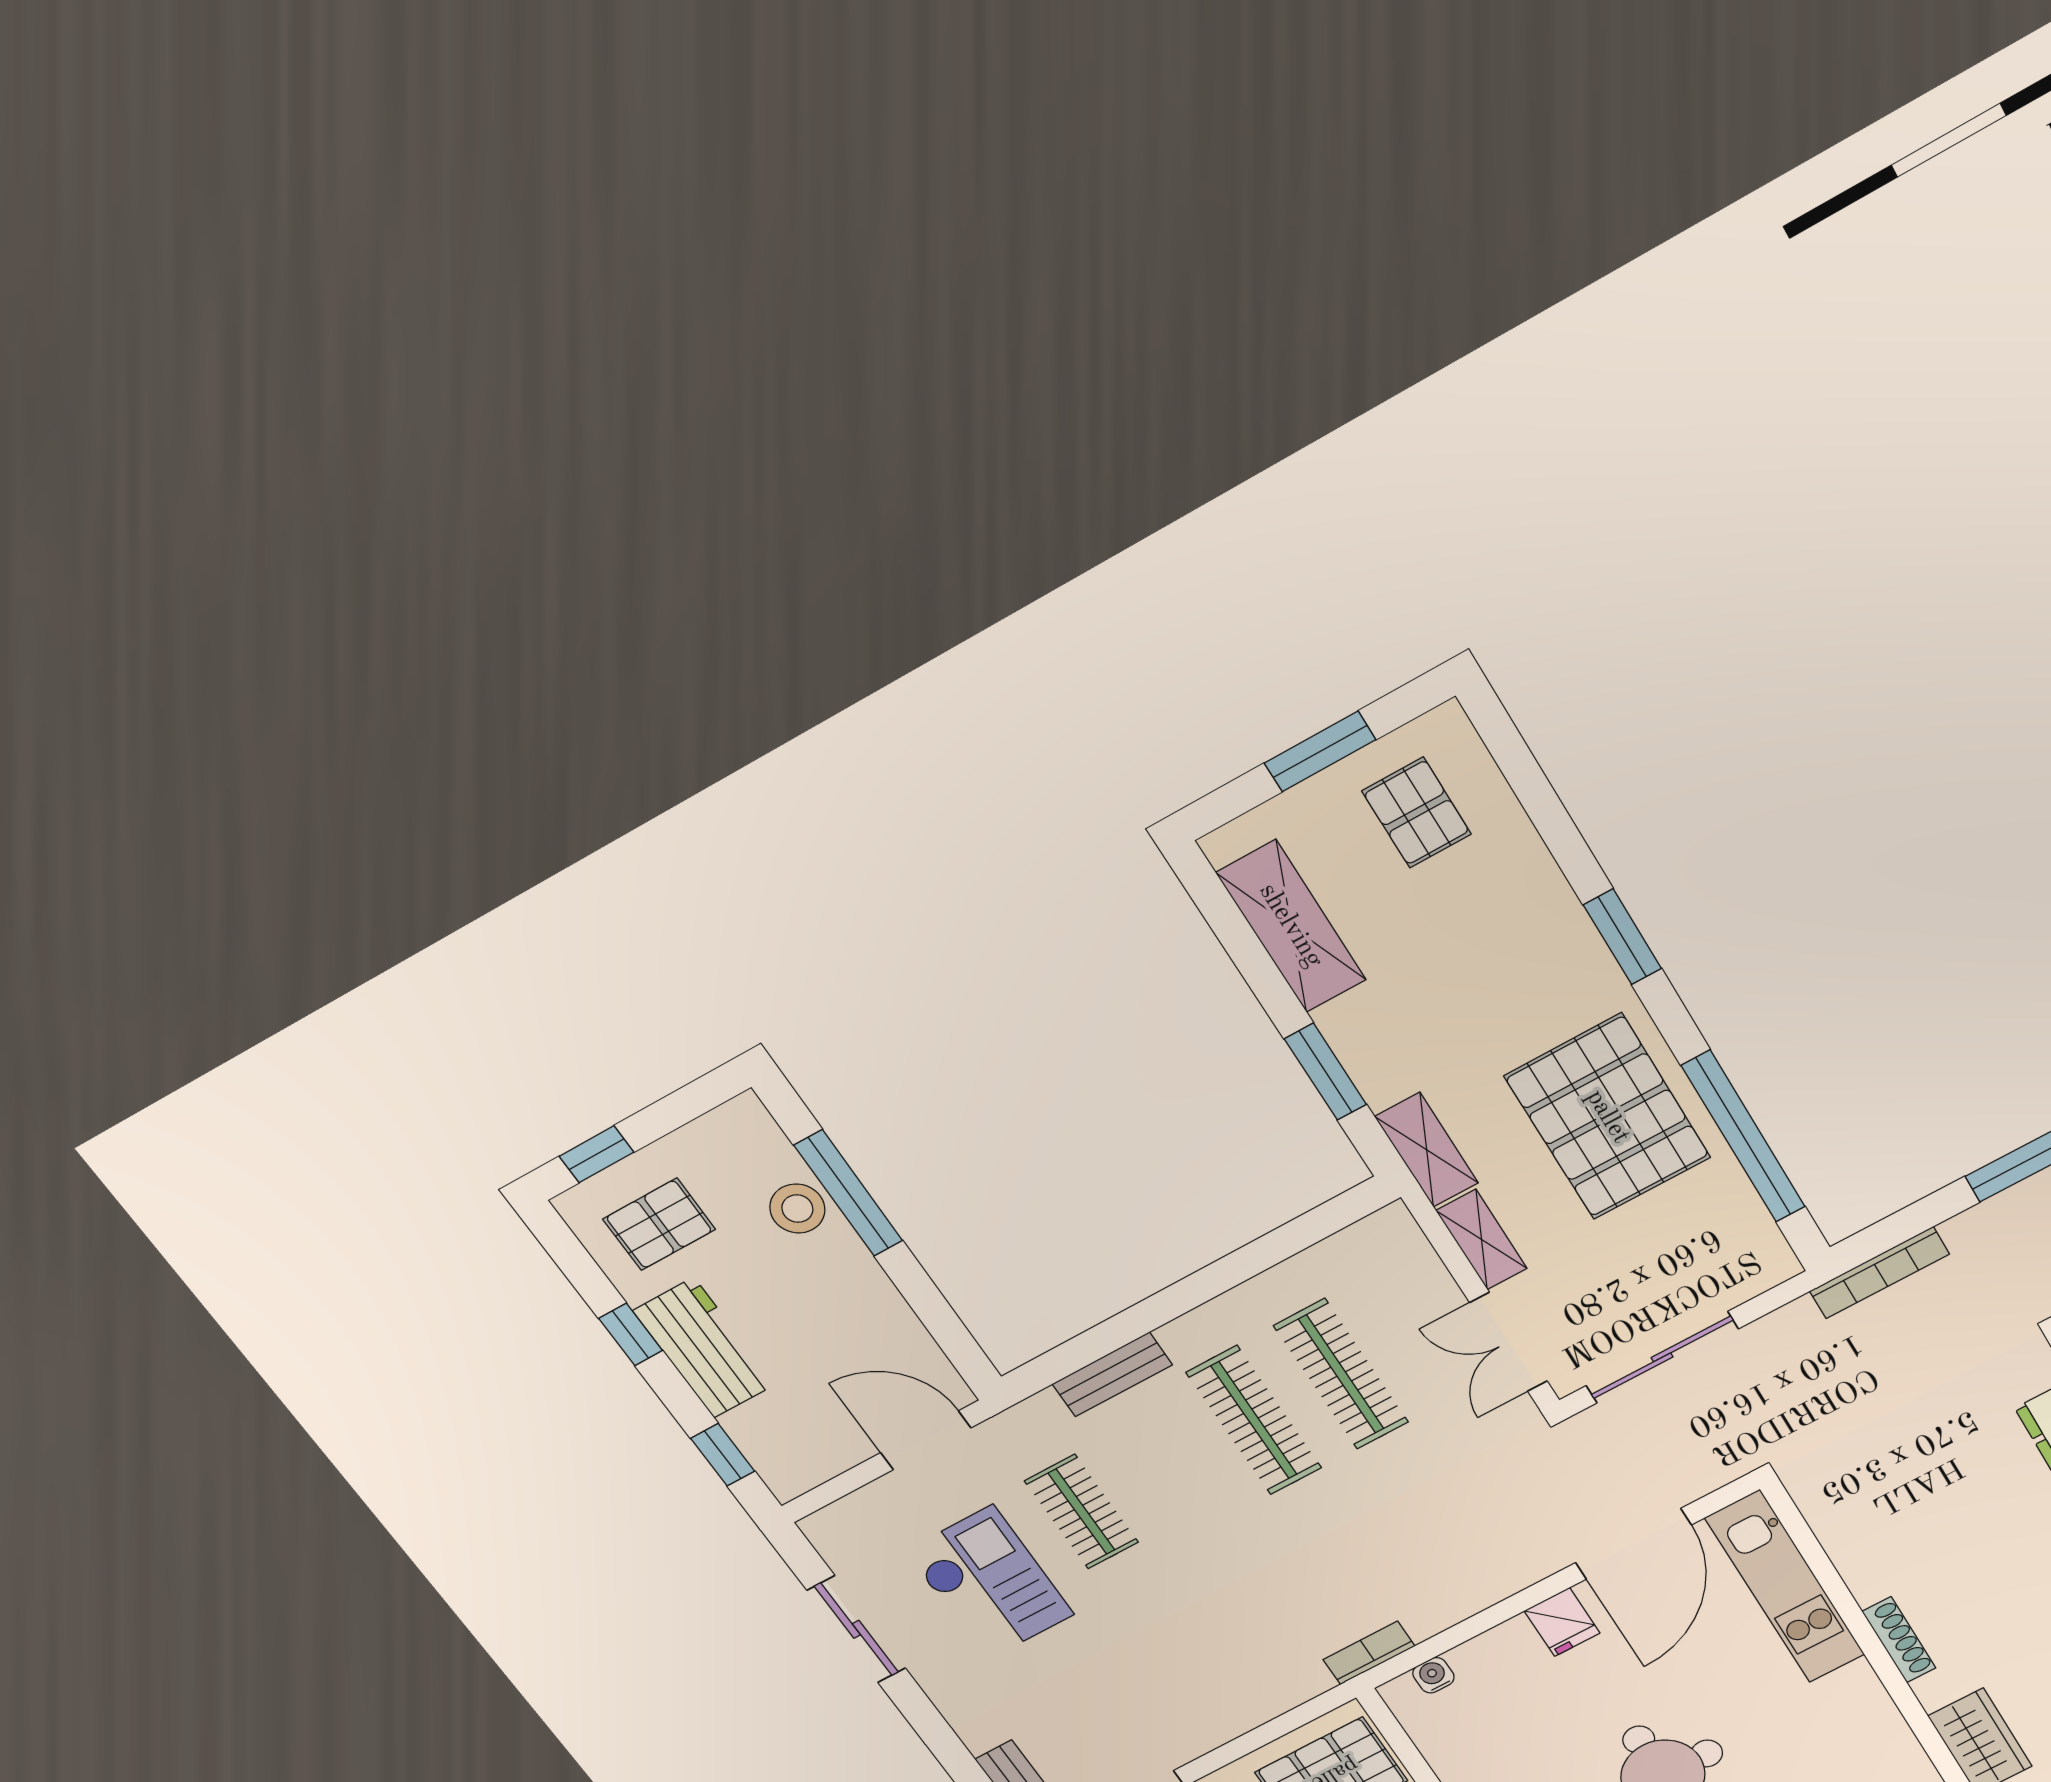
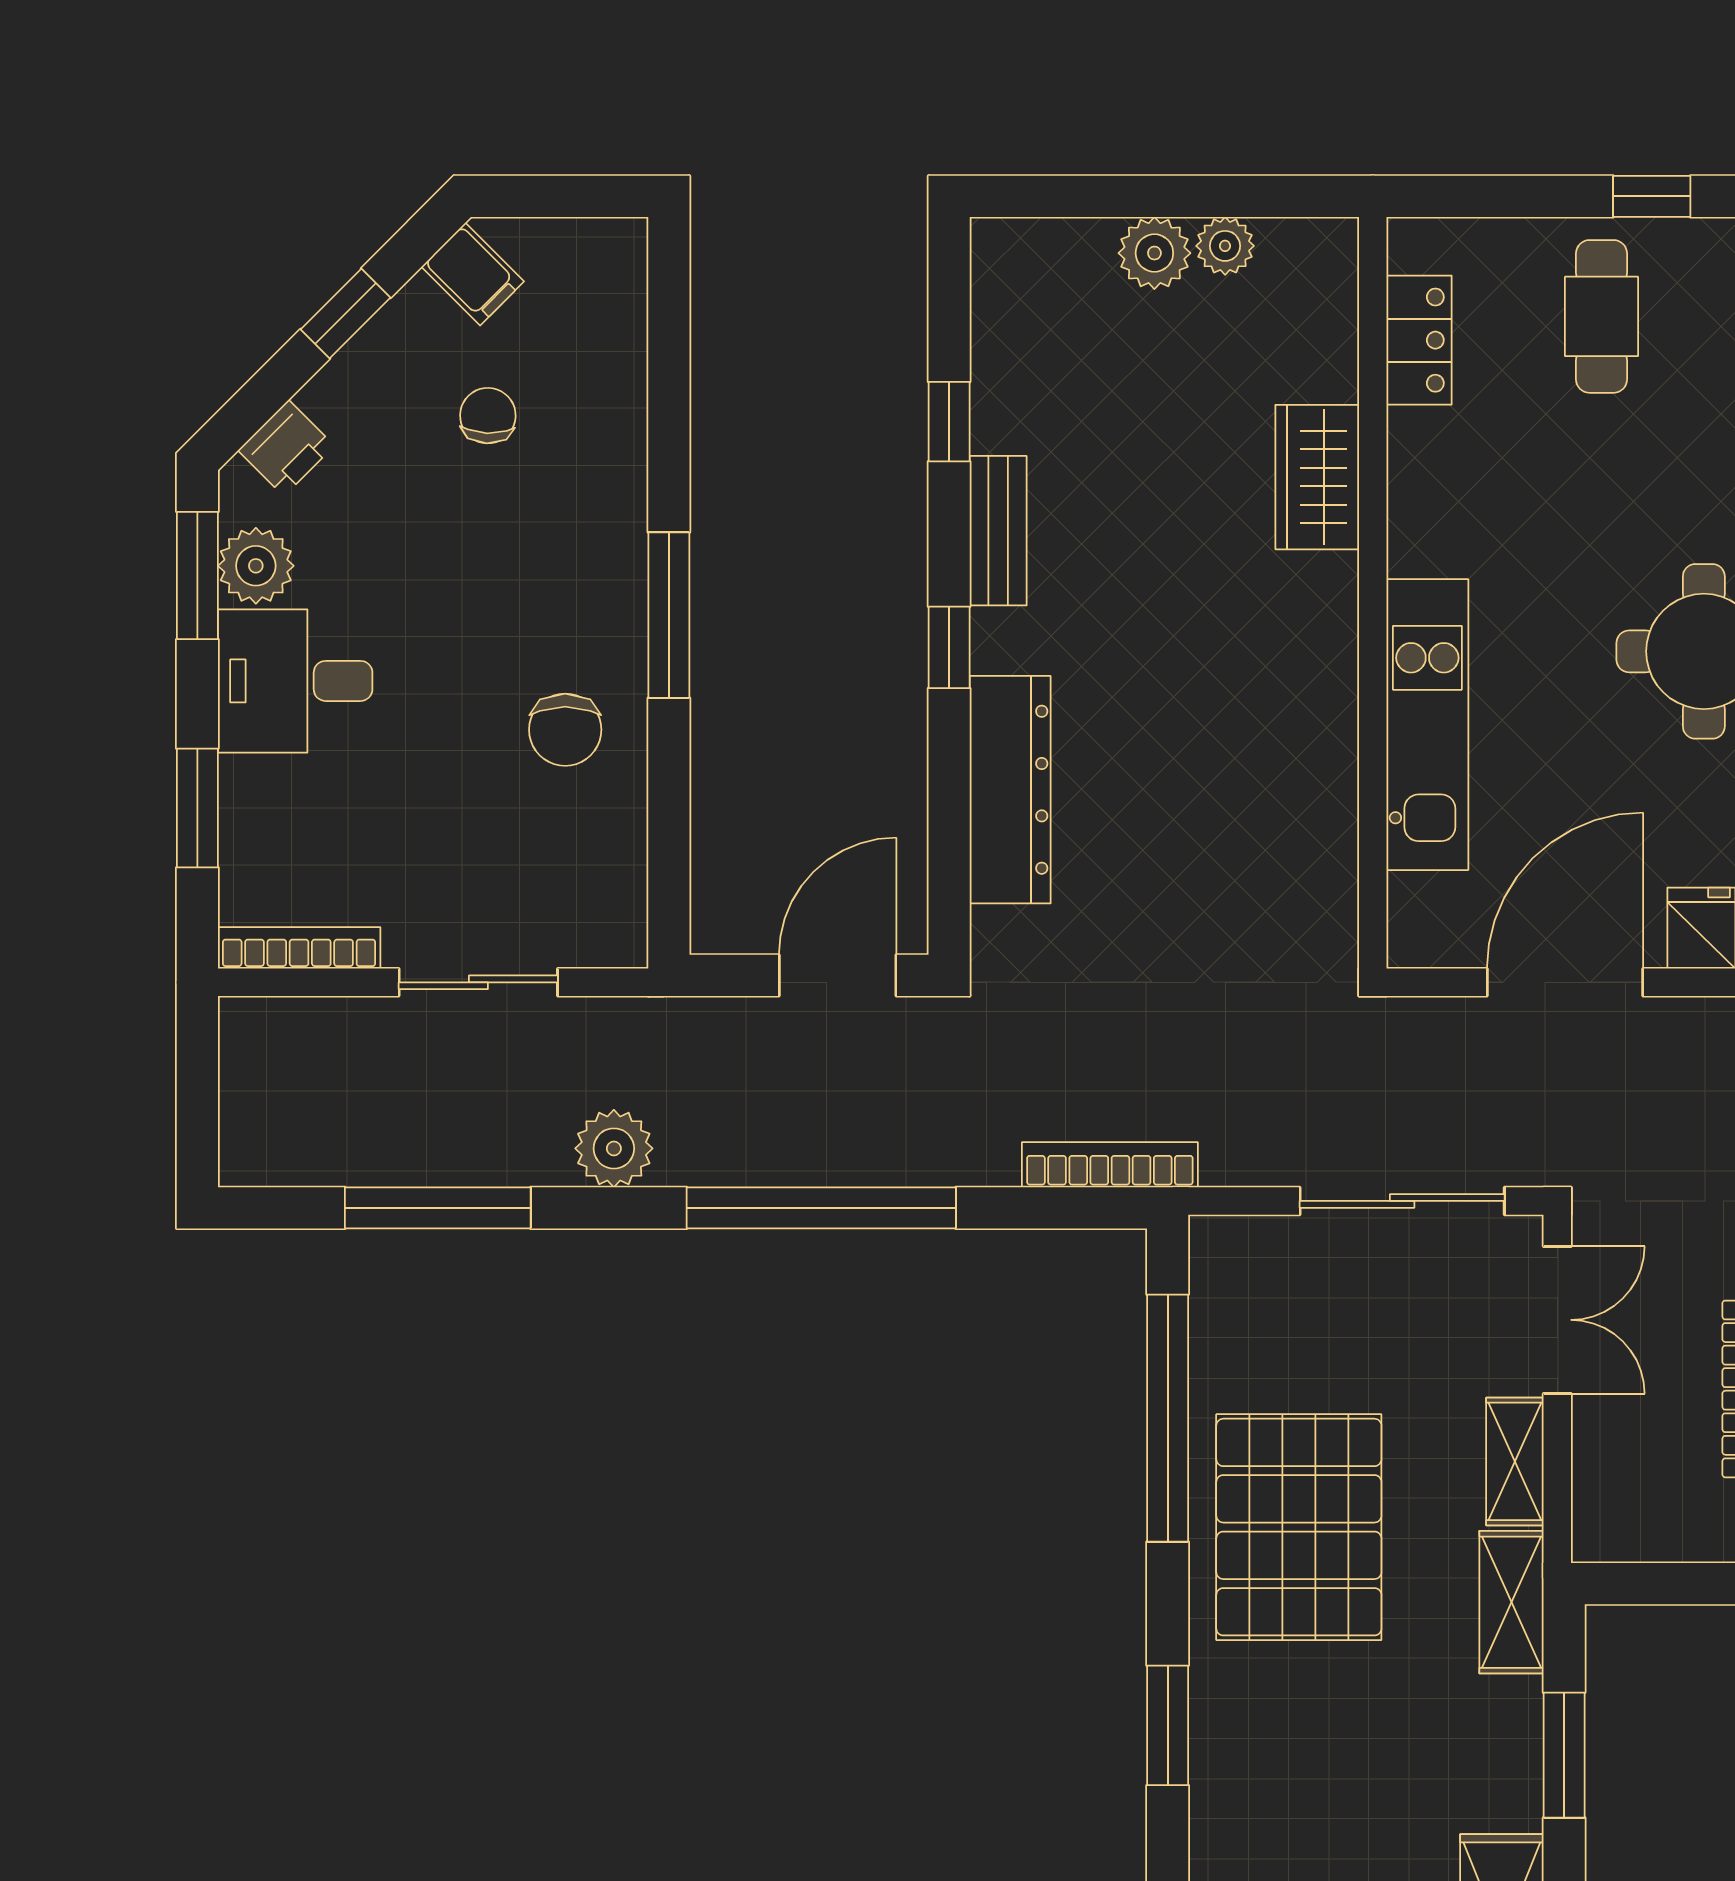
kitchen unit: (1785, 1587) -> (1427, 725), moved
shoe rack: (1899, 1640) -> (1337, 674), removed

